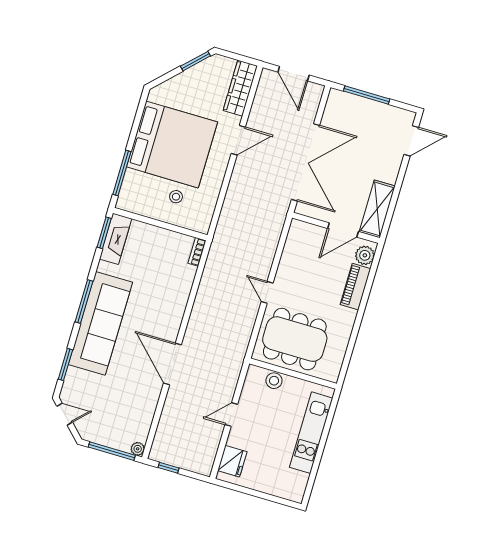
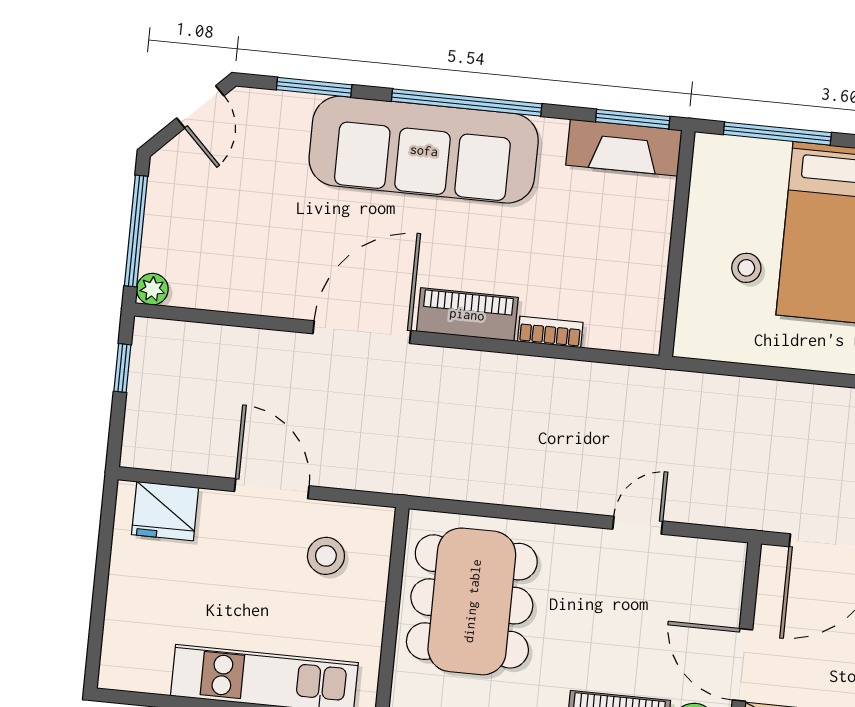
bookcase: (197, 252) -> (550, 332), moved
door: (267, 292) -> (638, 525), moved
window: (84, 302) -> (467, 103), width x1.46
piano: (173, 318) -> (467, 314), added
stool: (274, 381) -> (326, 556), moved
door: (231, 414) -> (272, 489), width x1.38

